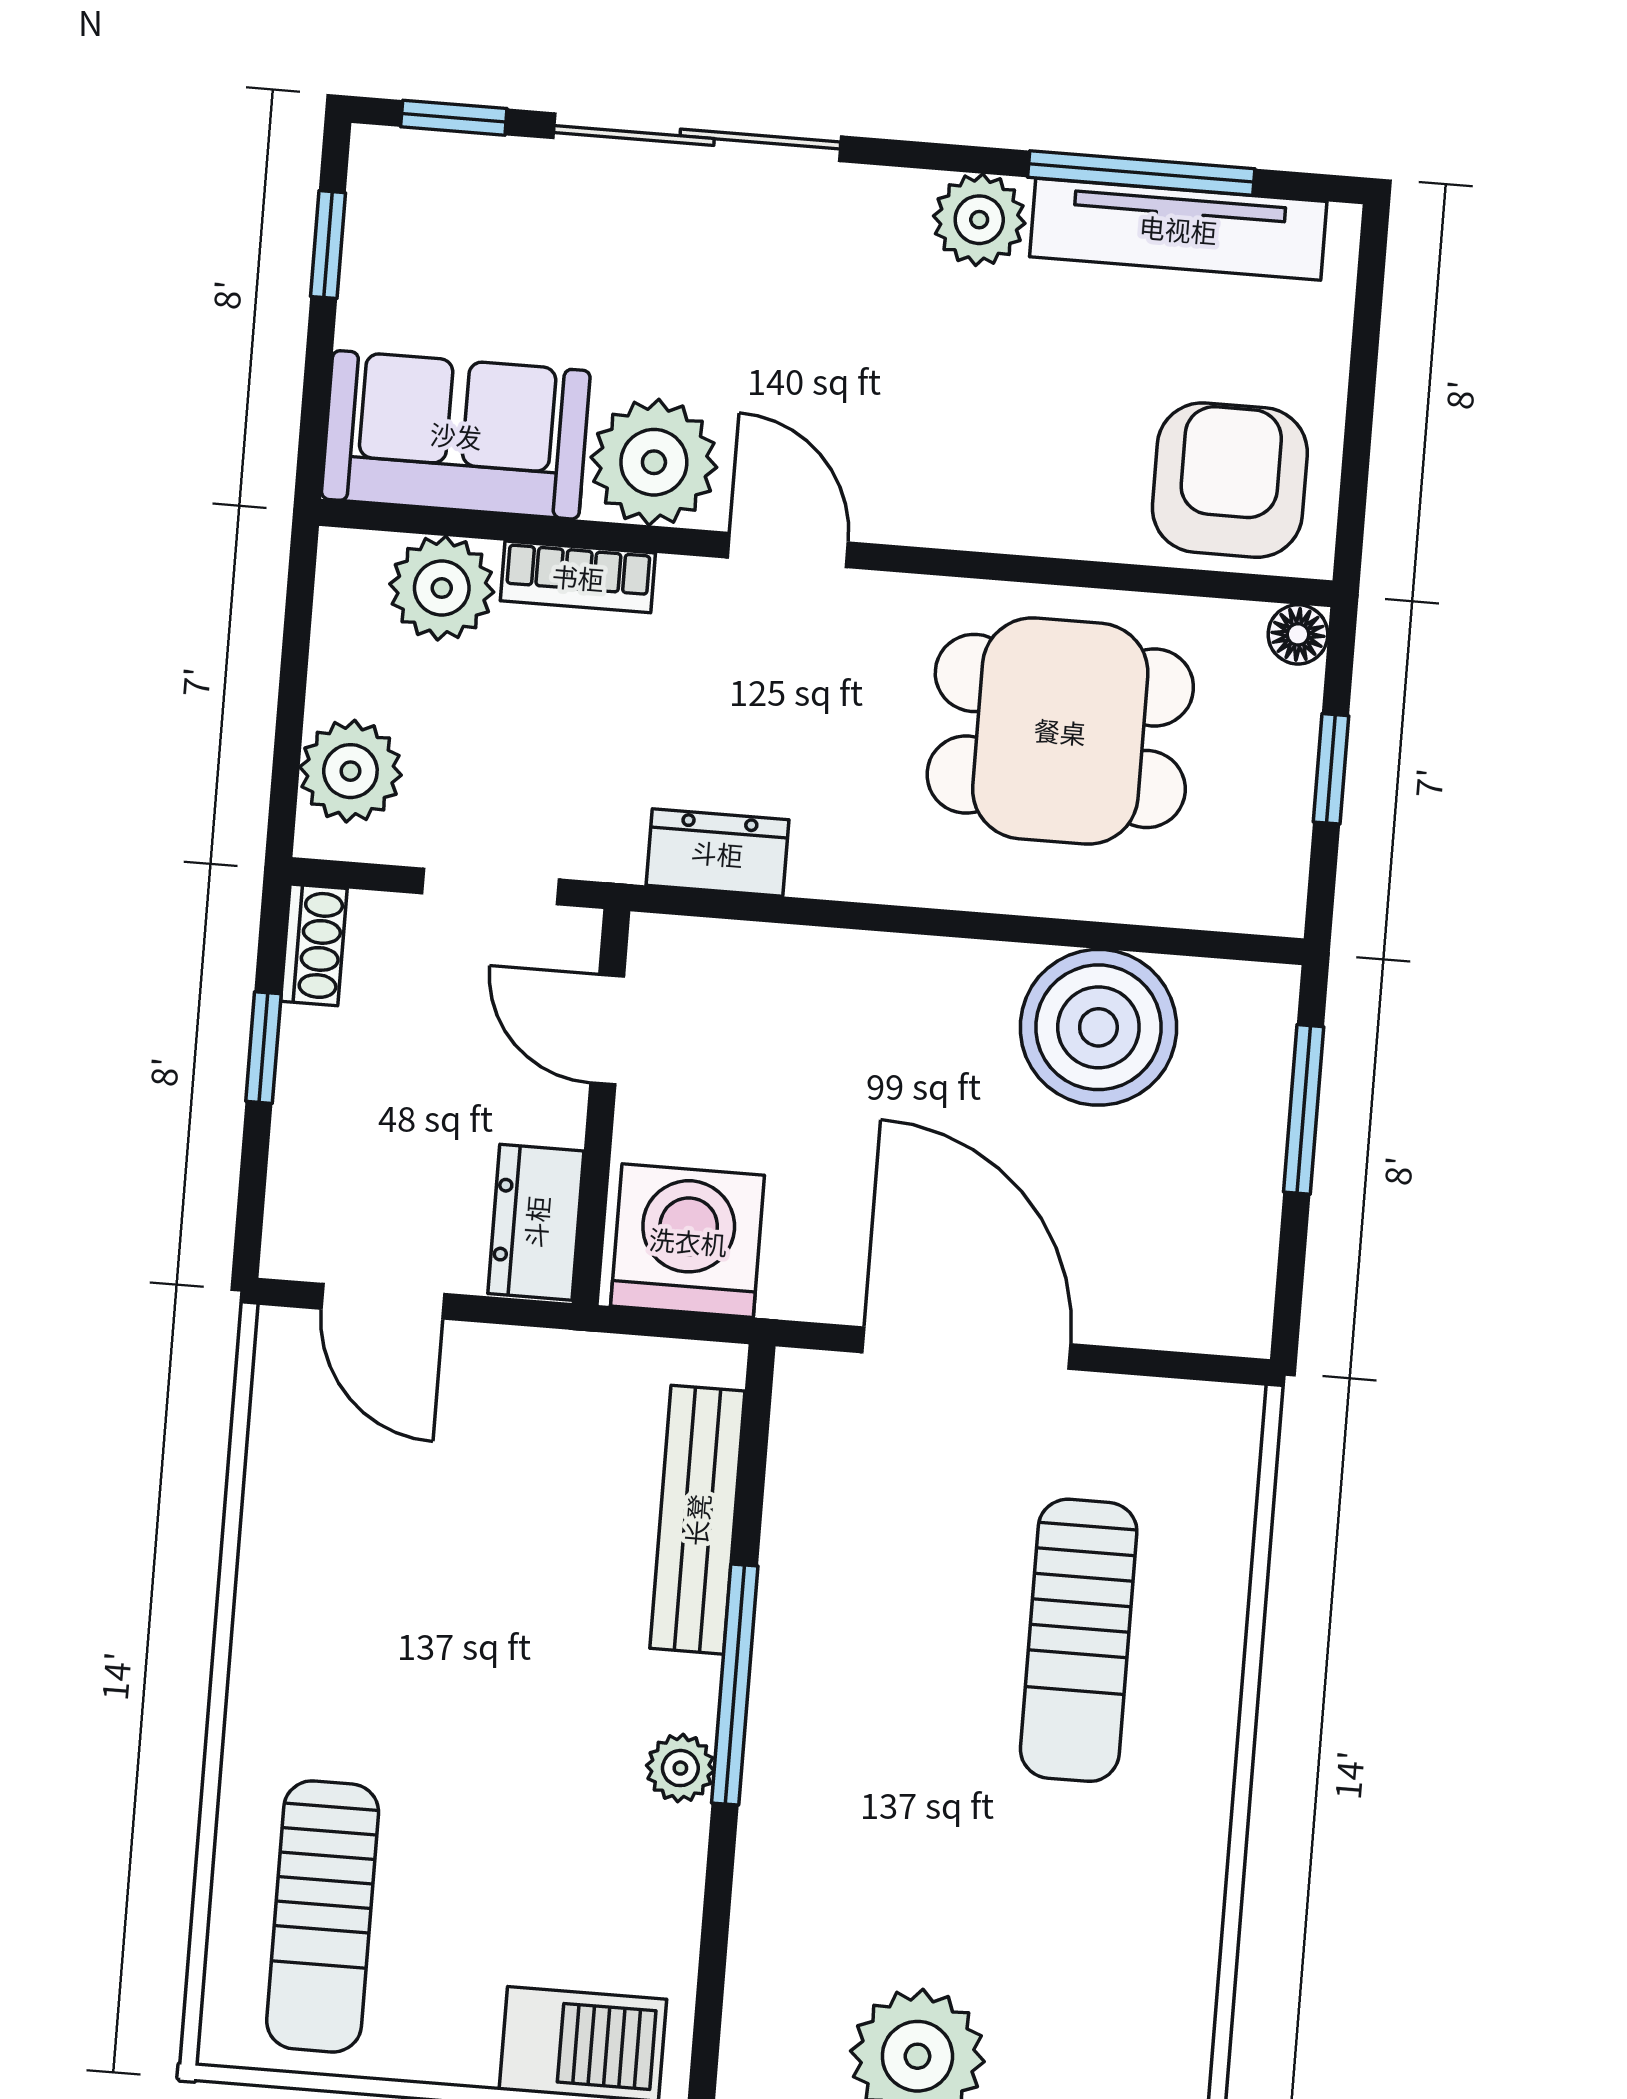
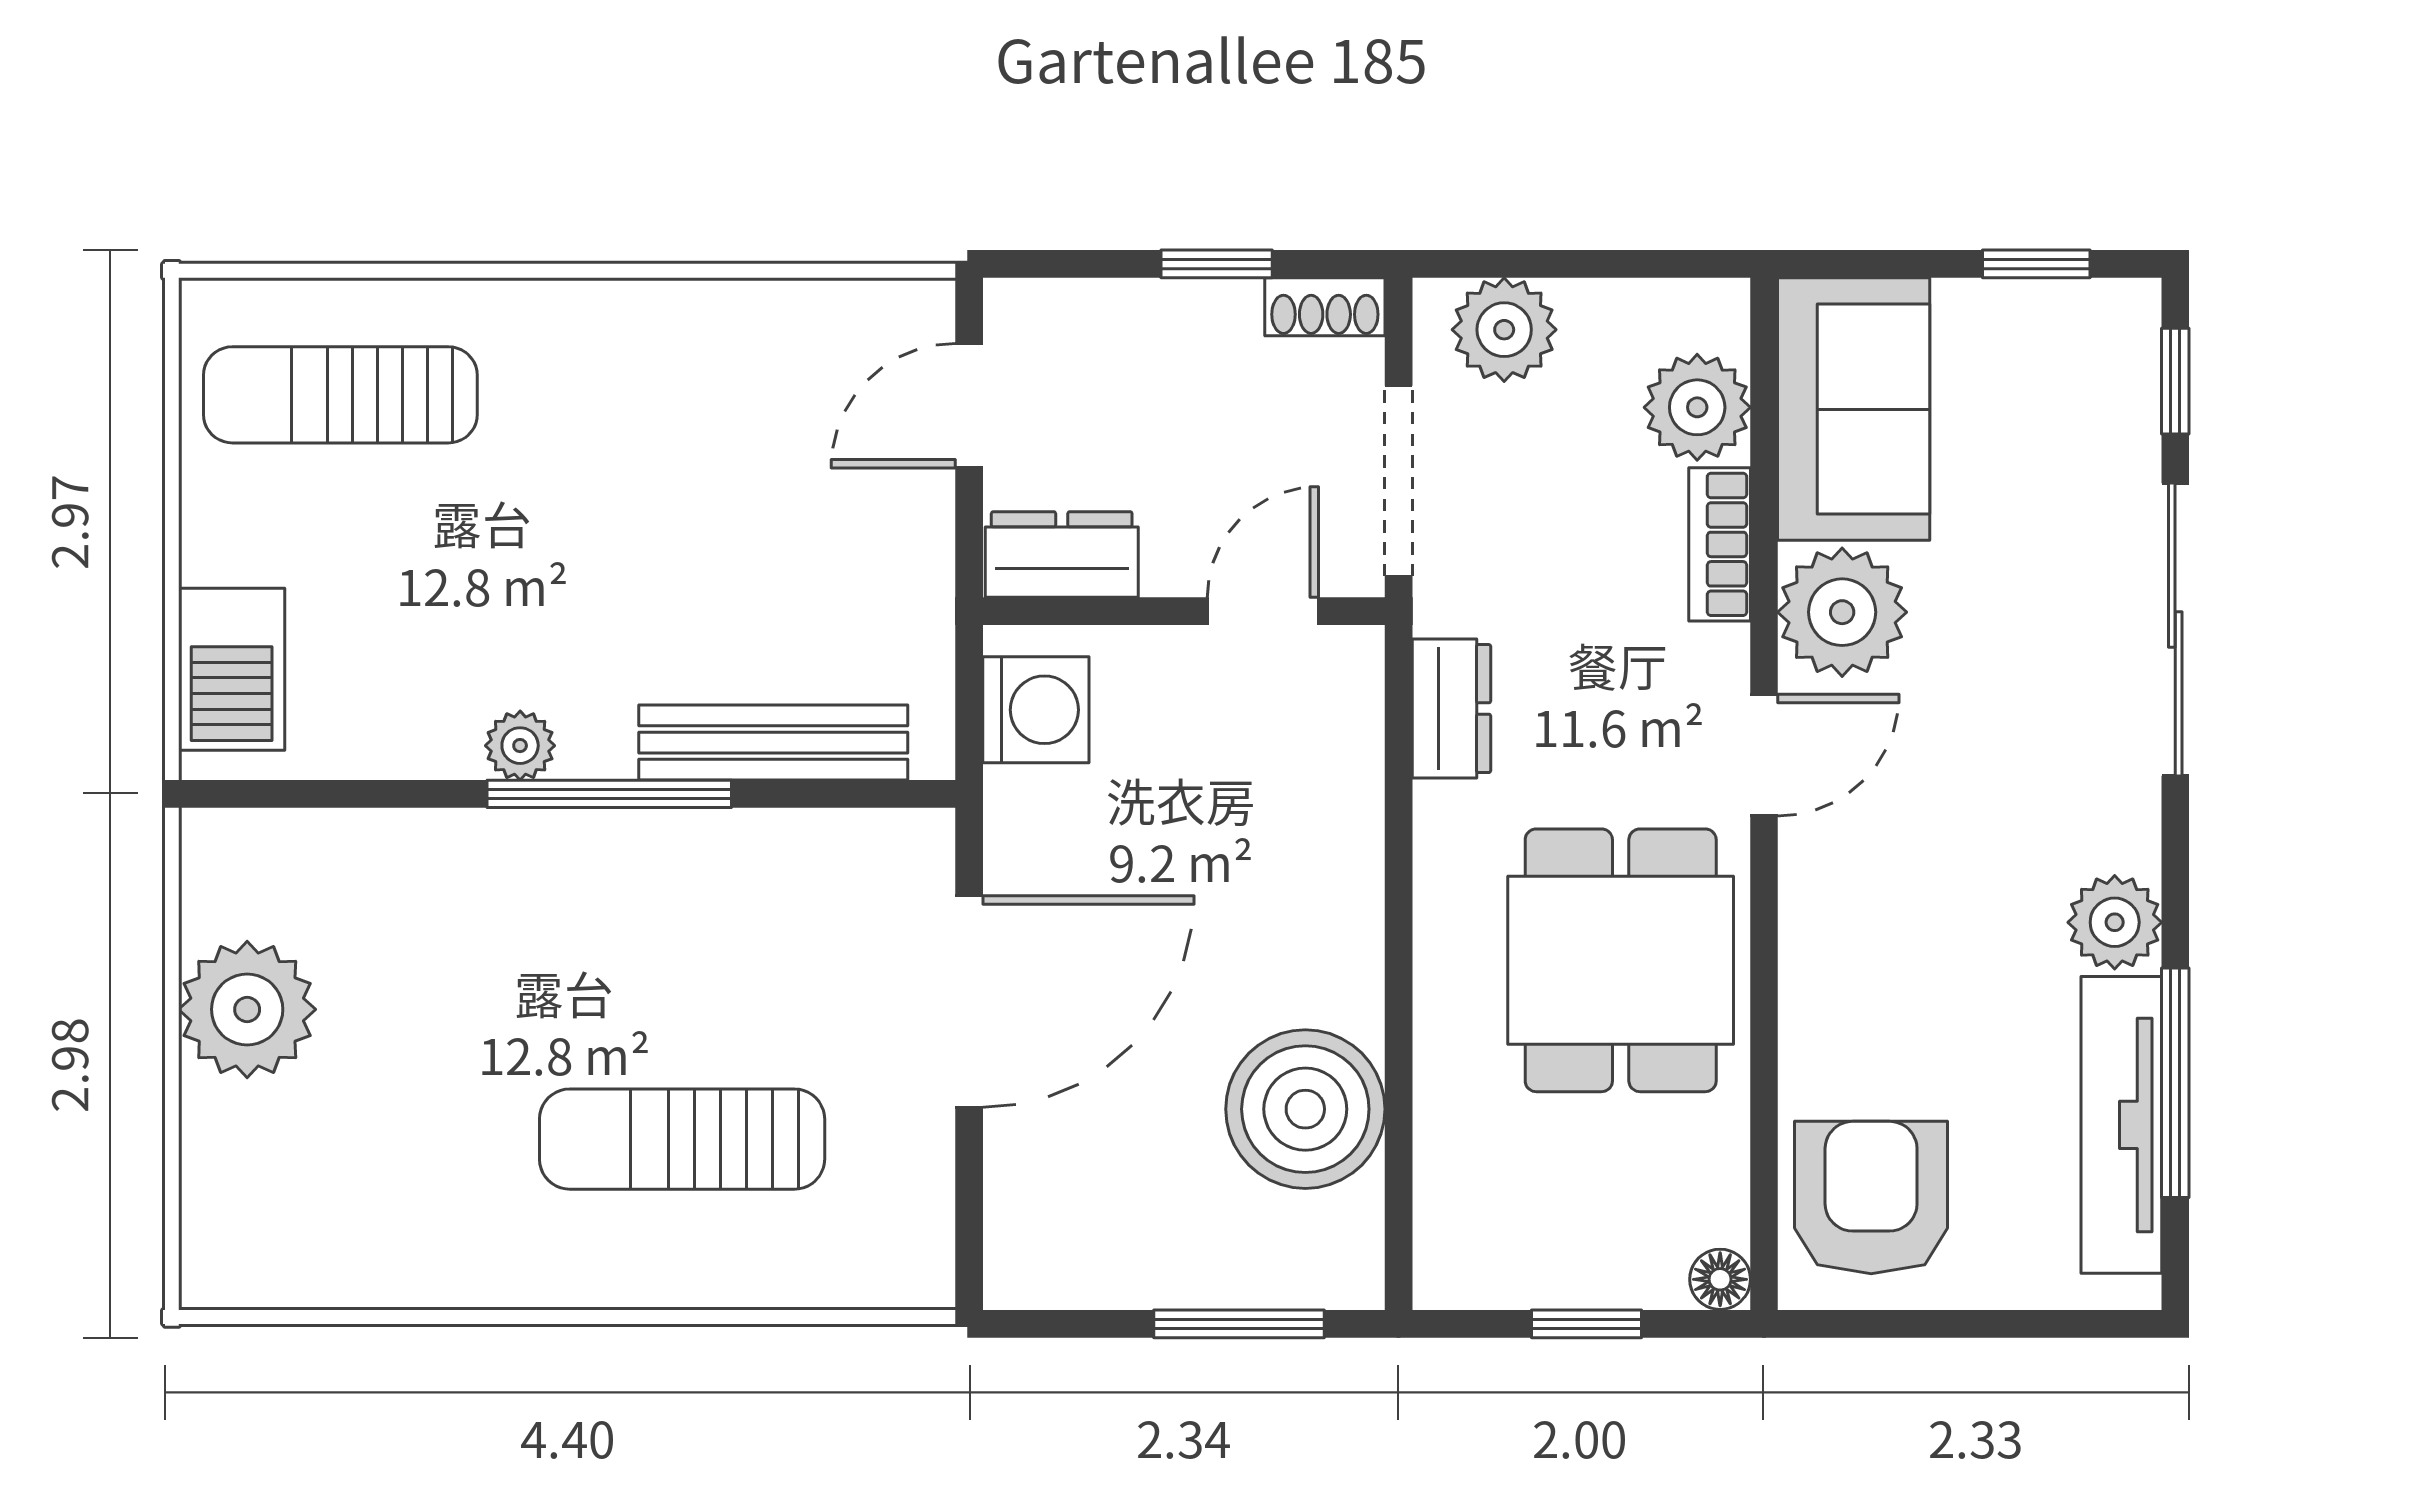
armchair: (1230, 480) -> (1871, 1198), turned -90
dining table: (1060, 731) -> (1621, 960), moved
doorway: (490, 886) -> (1399, 481), width x1.38
washing machine: (688, 1241) -> (1036, 710), width x0.73, depth x0.73

